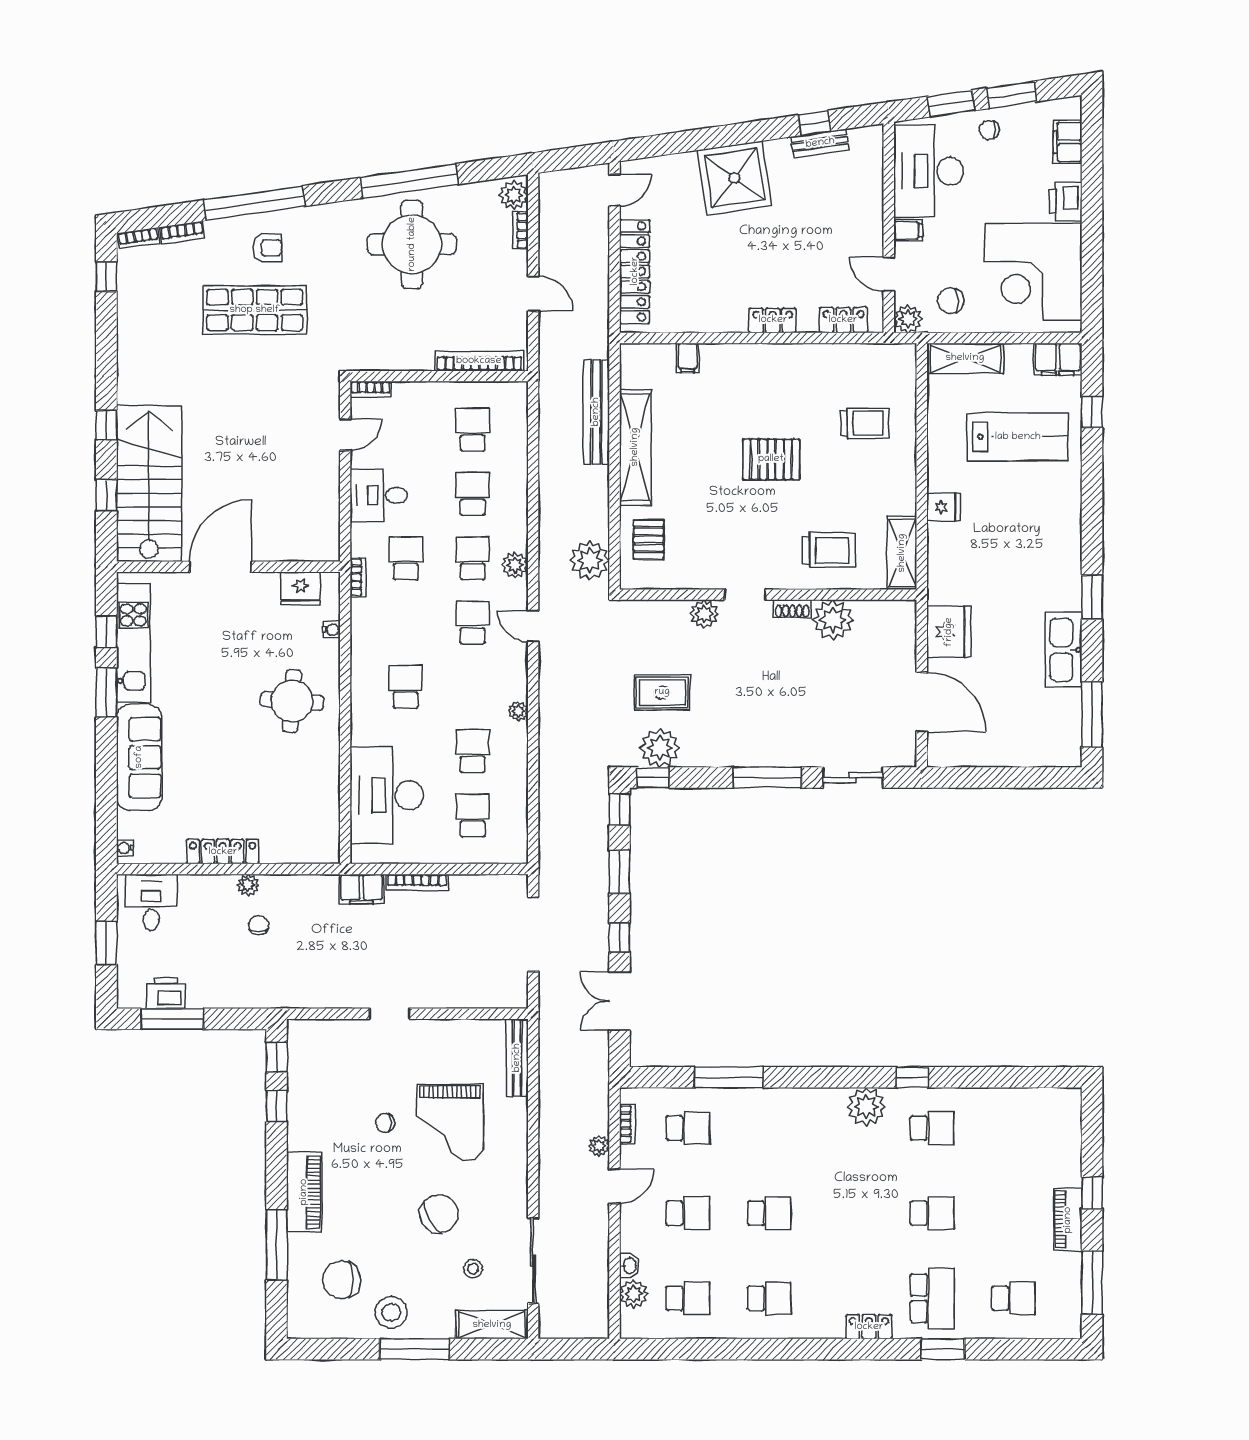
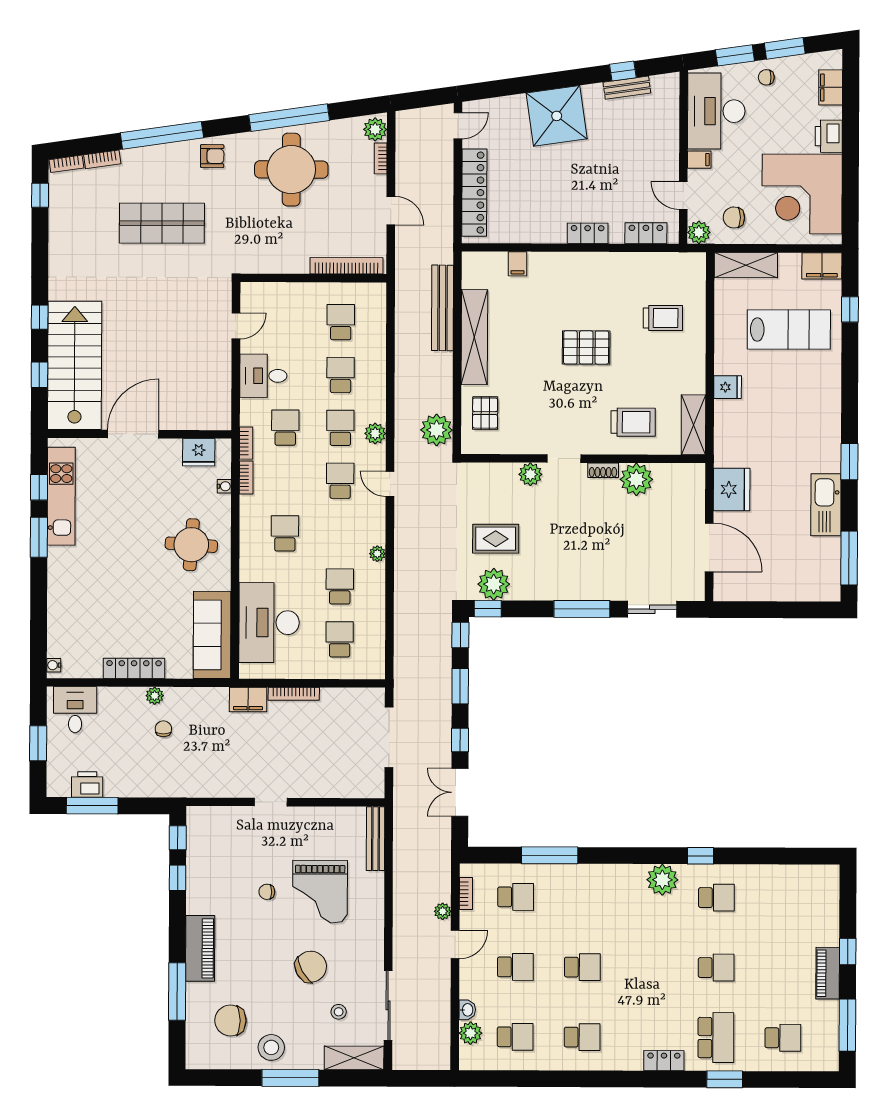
armchair: (267, 248) -> (212, 156), moved
bookcase: (371, 389) -> (246, 478), moved, turned -90
sofa: (139, 757) -> (212, 635), moved, turned 180

